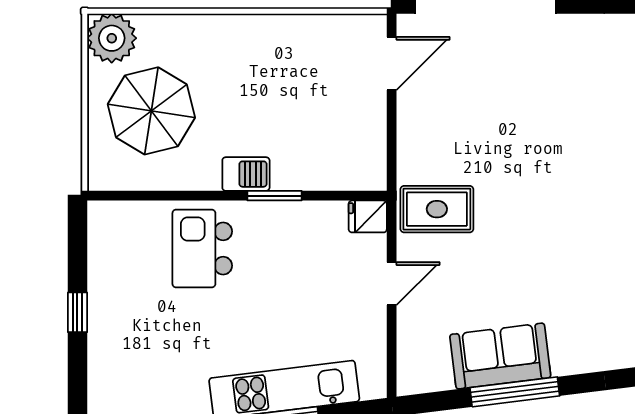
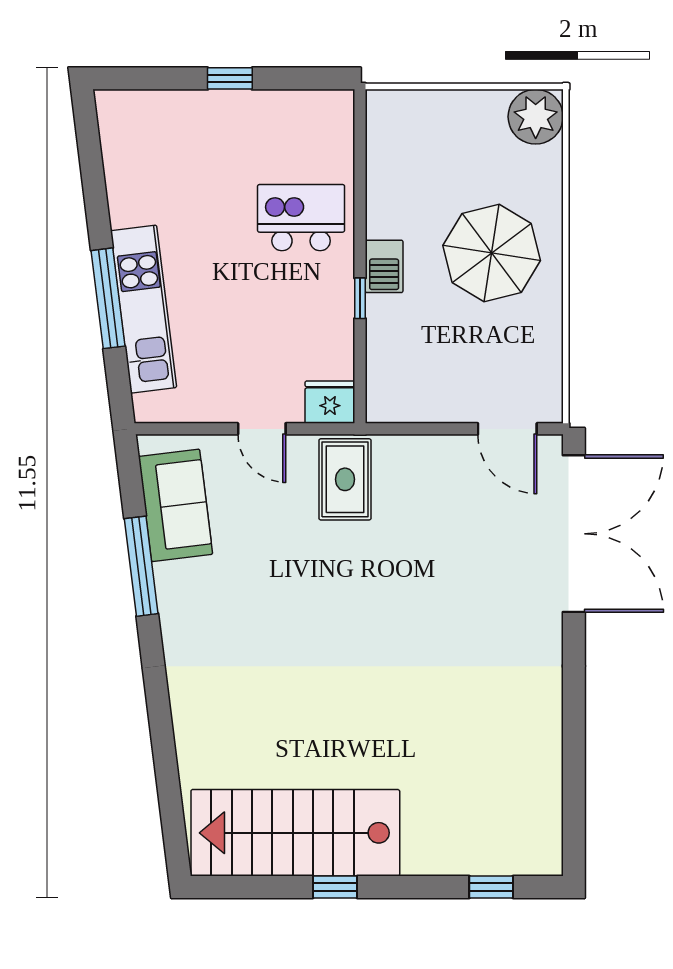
parasol: (151, 111) -> (492, 253), moved
window: (275, 196) -> (360, 298), width x0.67
fridge: (368, 216) -> (330, 402), width x1.38
sofa: (500, 356) -> (176, 505), moved

